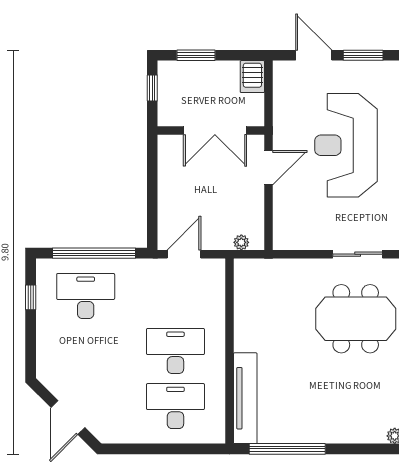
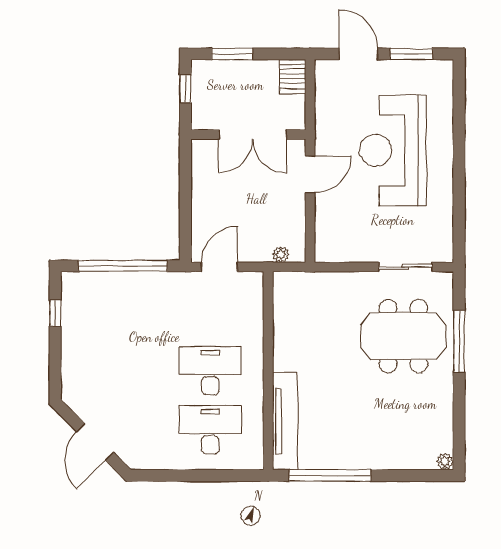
desk: (86, 296) -> (114, 312), removed

